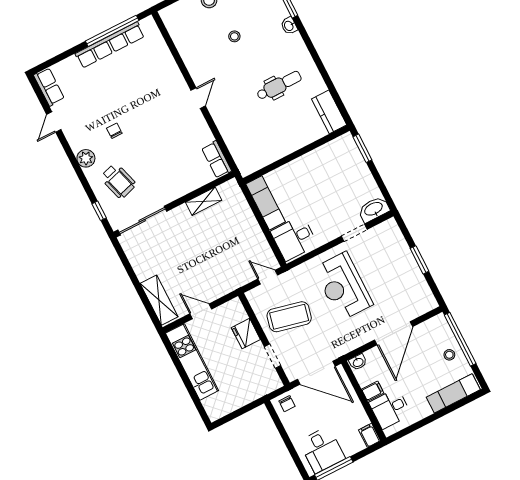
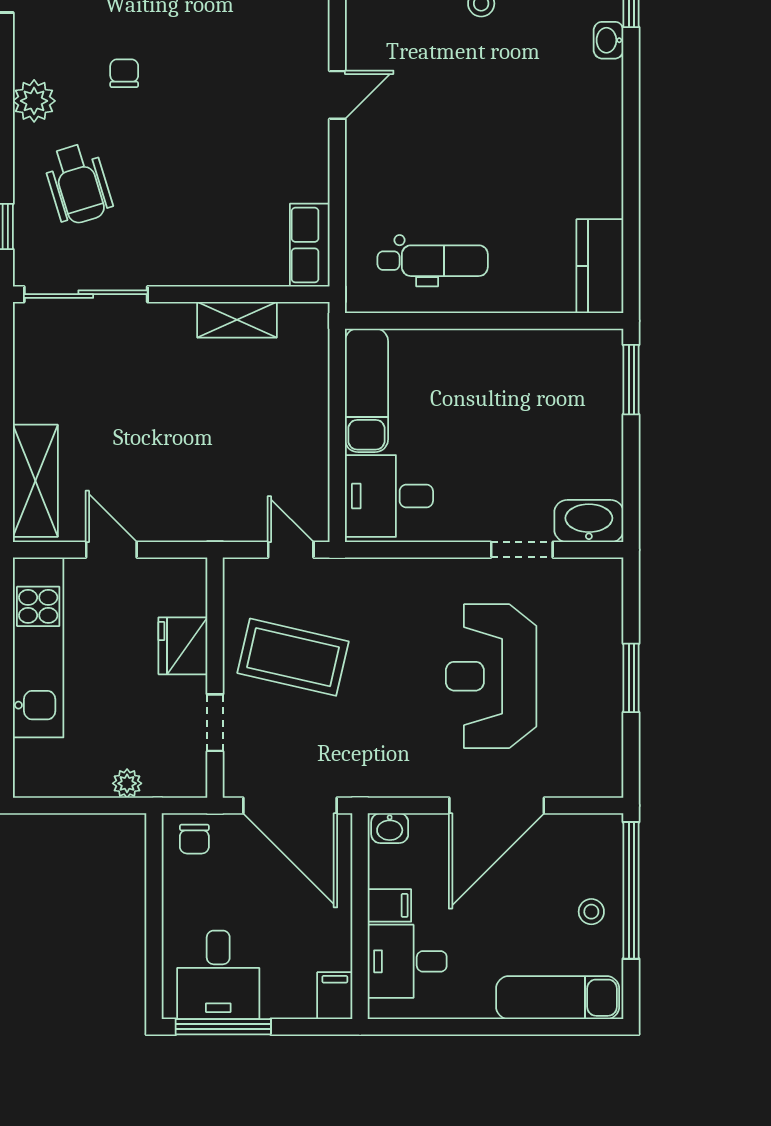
dental chair: (279, 85) -> (433, 261), moved
reception desk: (343, 286) -> (491, 676), moved
plant: (251, 396) -> (127, 783), added

